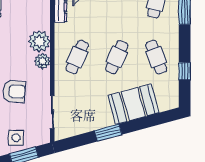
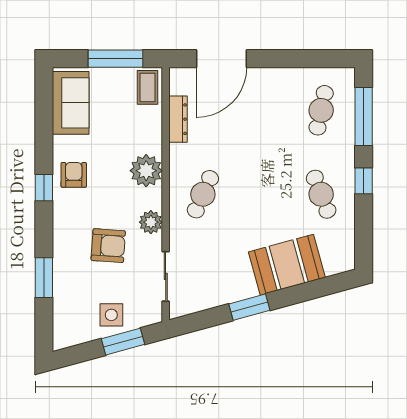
cafe table: (117, 57) -> (262, 194), removed
plant: (42, 61) -> (151, 222), moved
window: (185, 71) -> (364, 181), moved

